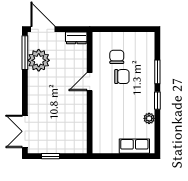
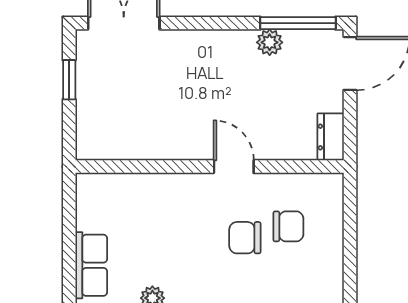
plant: (39, 60) -> (270, 42), width x0.53, depth x0.53
chair: (122, 77) -> (245, 238), turned 90

